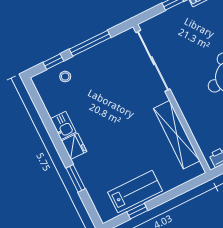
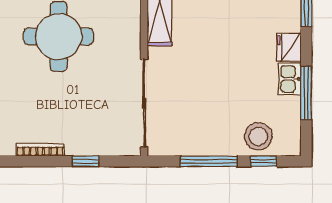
stool: (65, 77) -> (258, 136), width x1.89, depth x1.89
window: (48, 122) -> (306, 93), added

